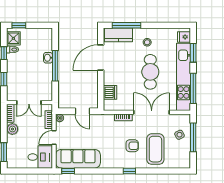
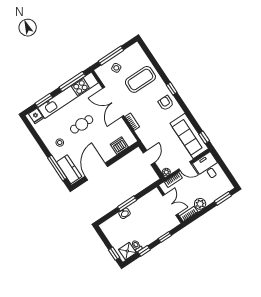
door: (101, 57) -> (96, 171), swing flipped
window: (55, 66) -> (127, 203), width x0.69
cafe table: (150, 72) -> (82, 124), width x0.73, depth x0.74
armchair: (132, 146) -> (166, 103), moved

